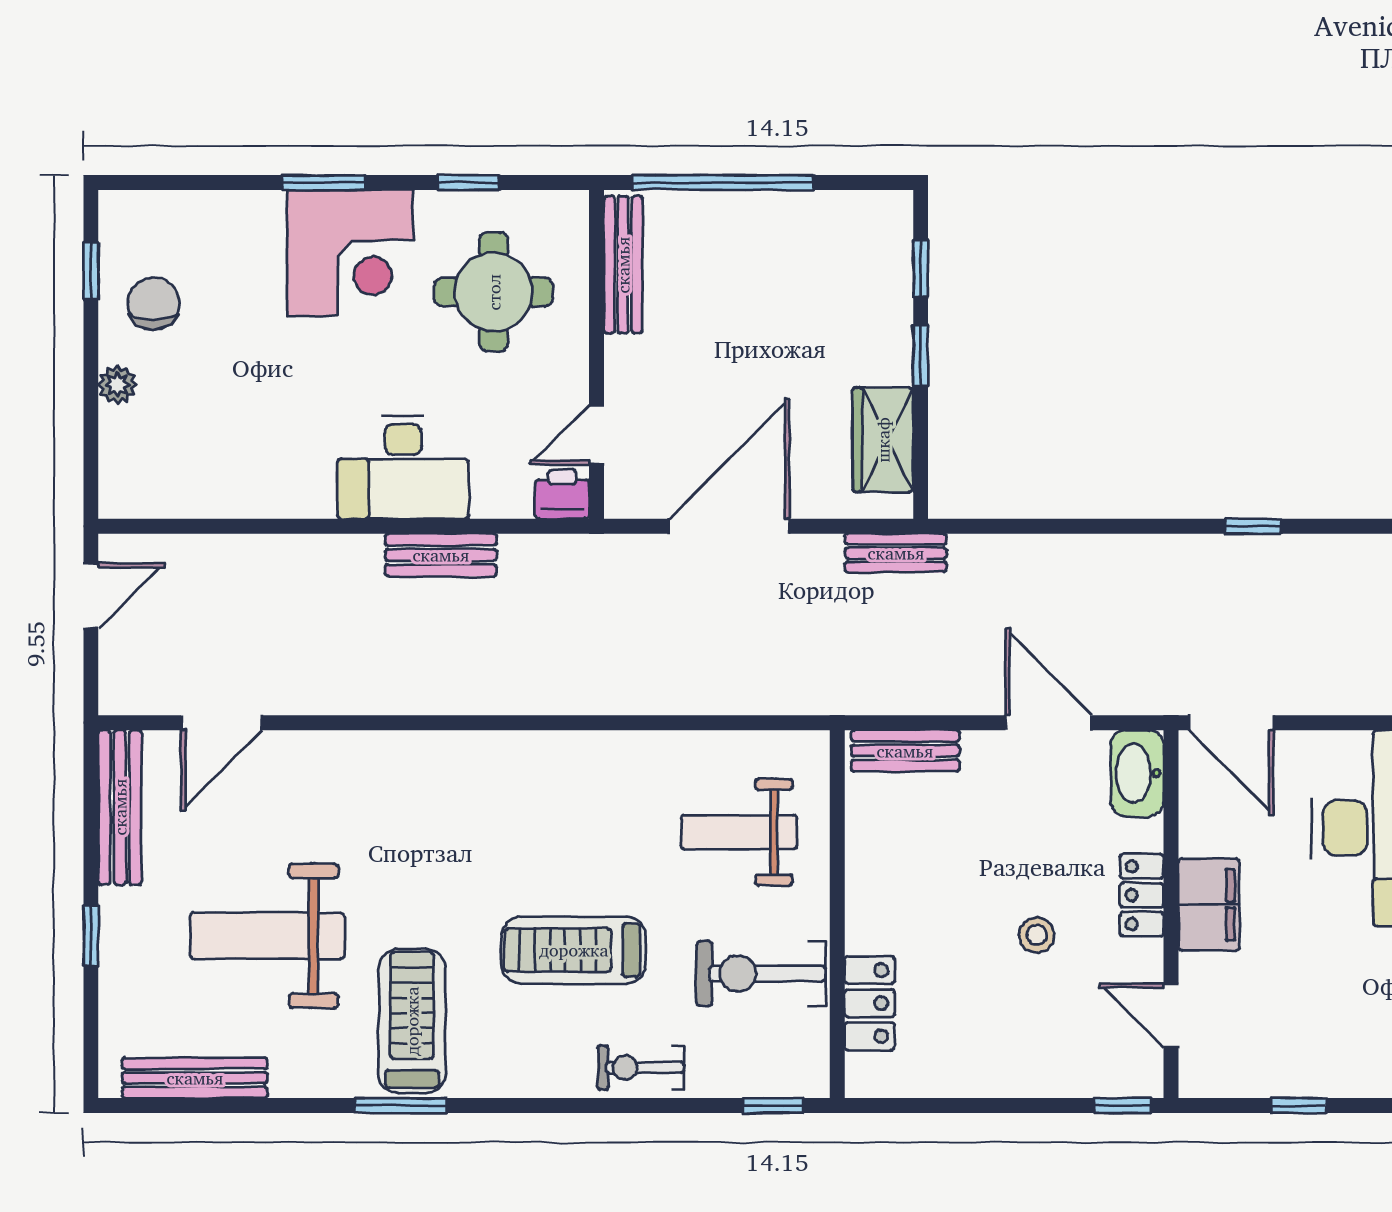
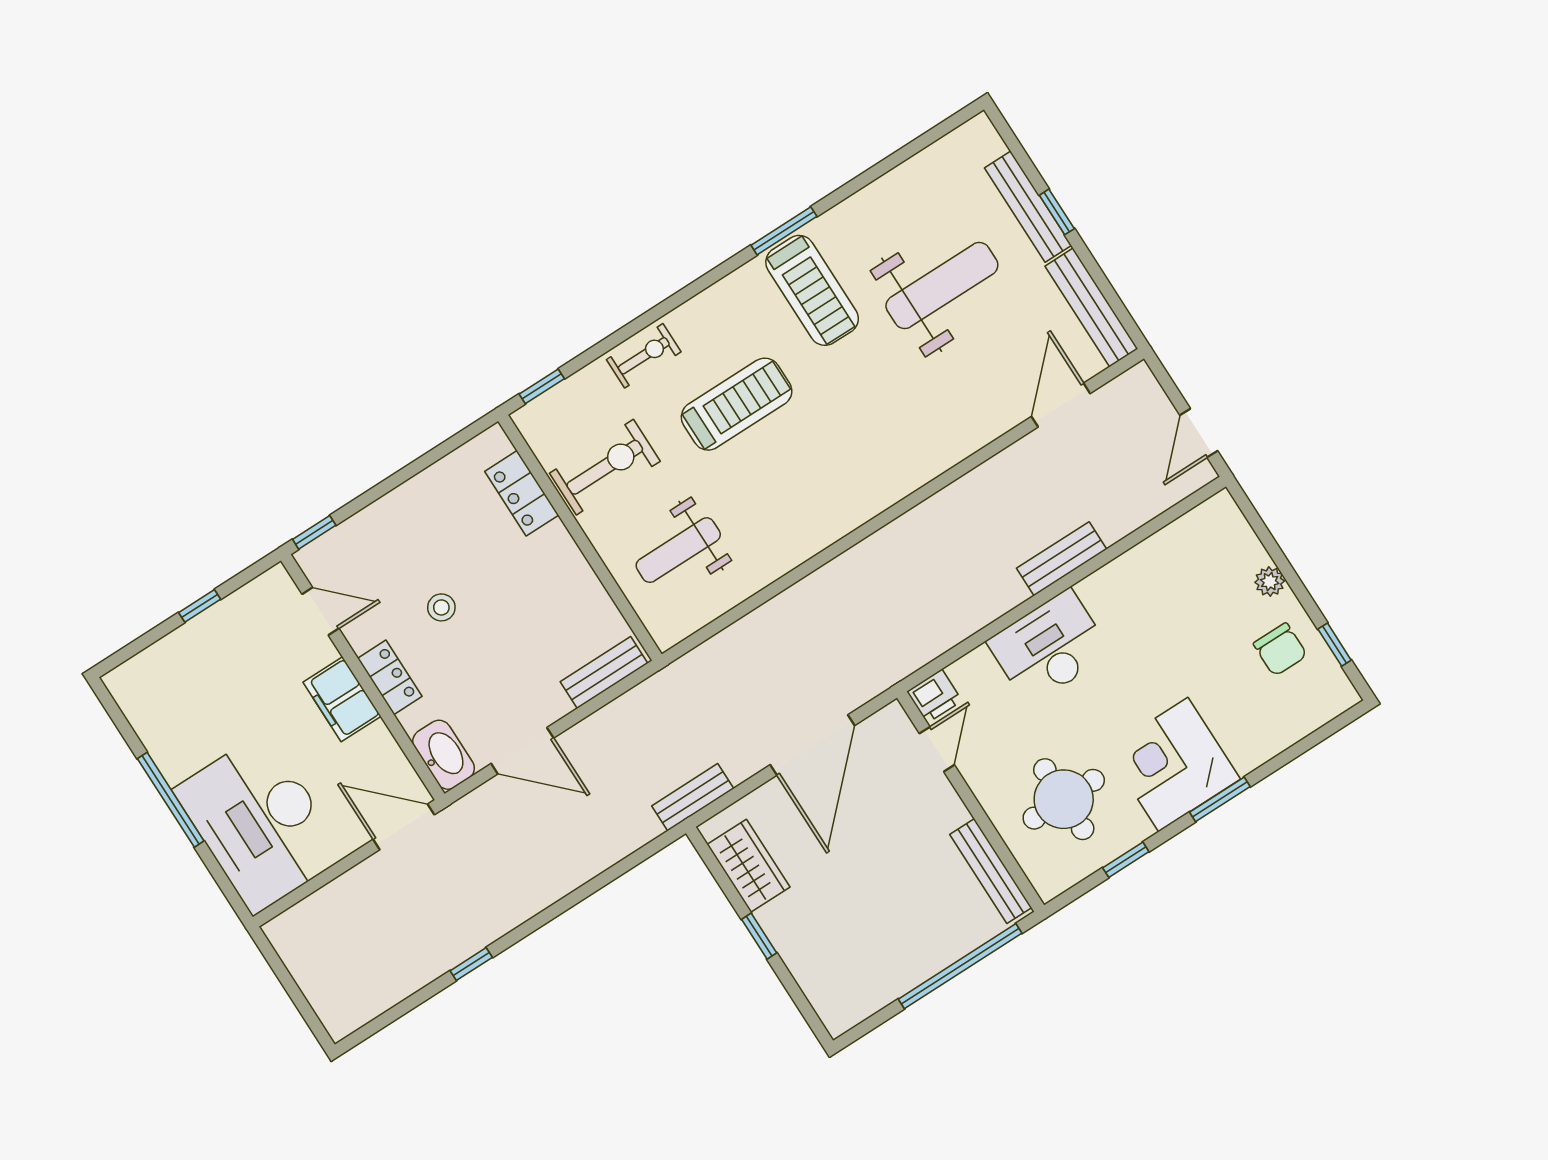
window: (921, 268) -> (796, 993), removed
bench: (441, 555) -> (1062, 559), moved
weight bench: (739, 832) -> (678, 550), turned 180
bench: (195, 1078) -> (1028, 207), moved, turned 90

